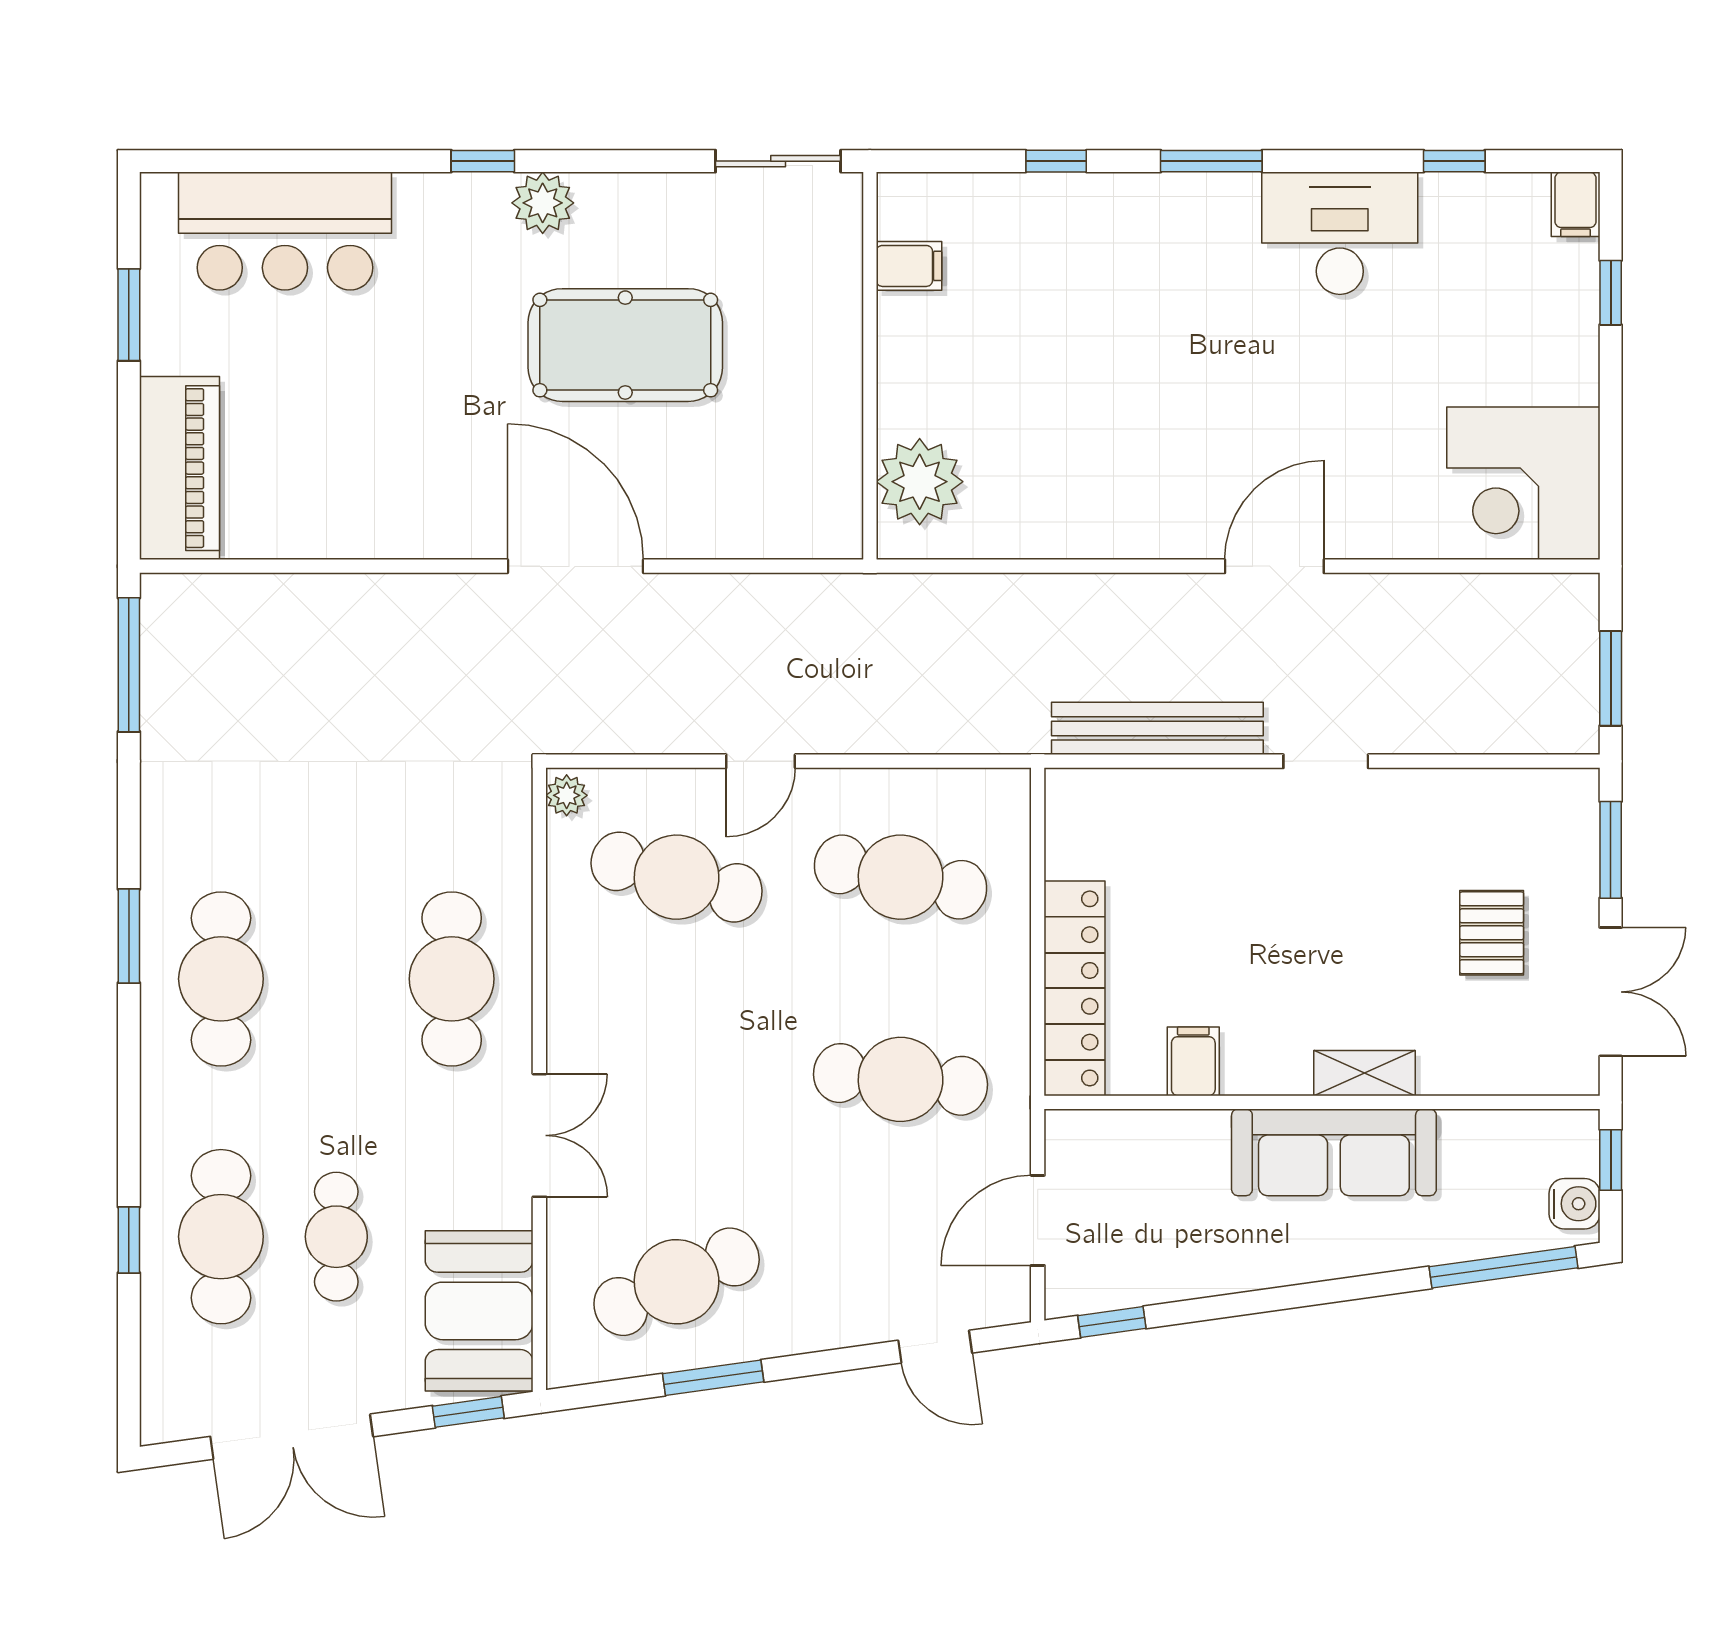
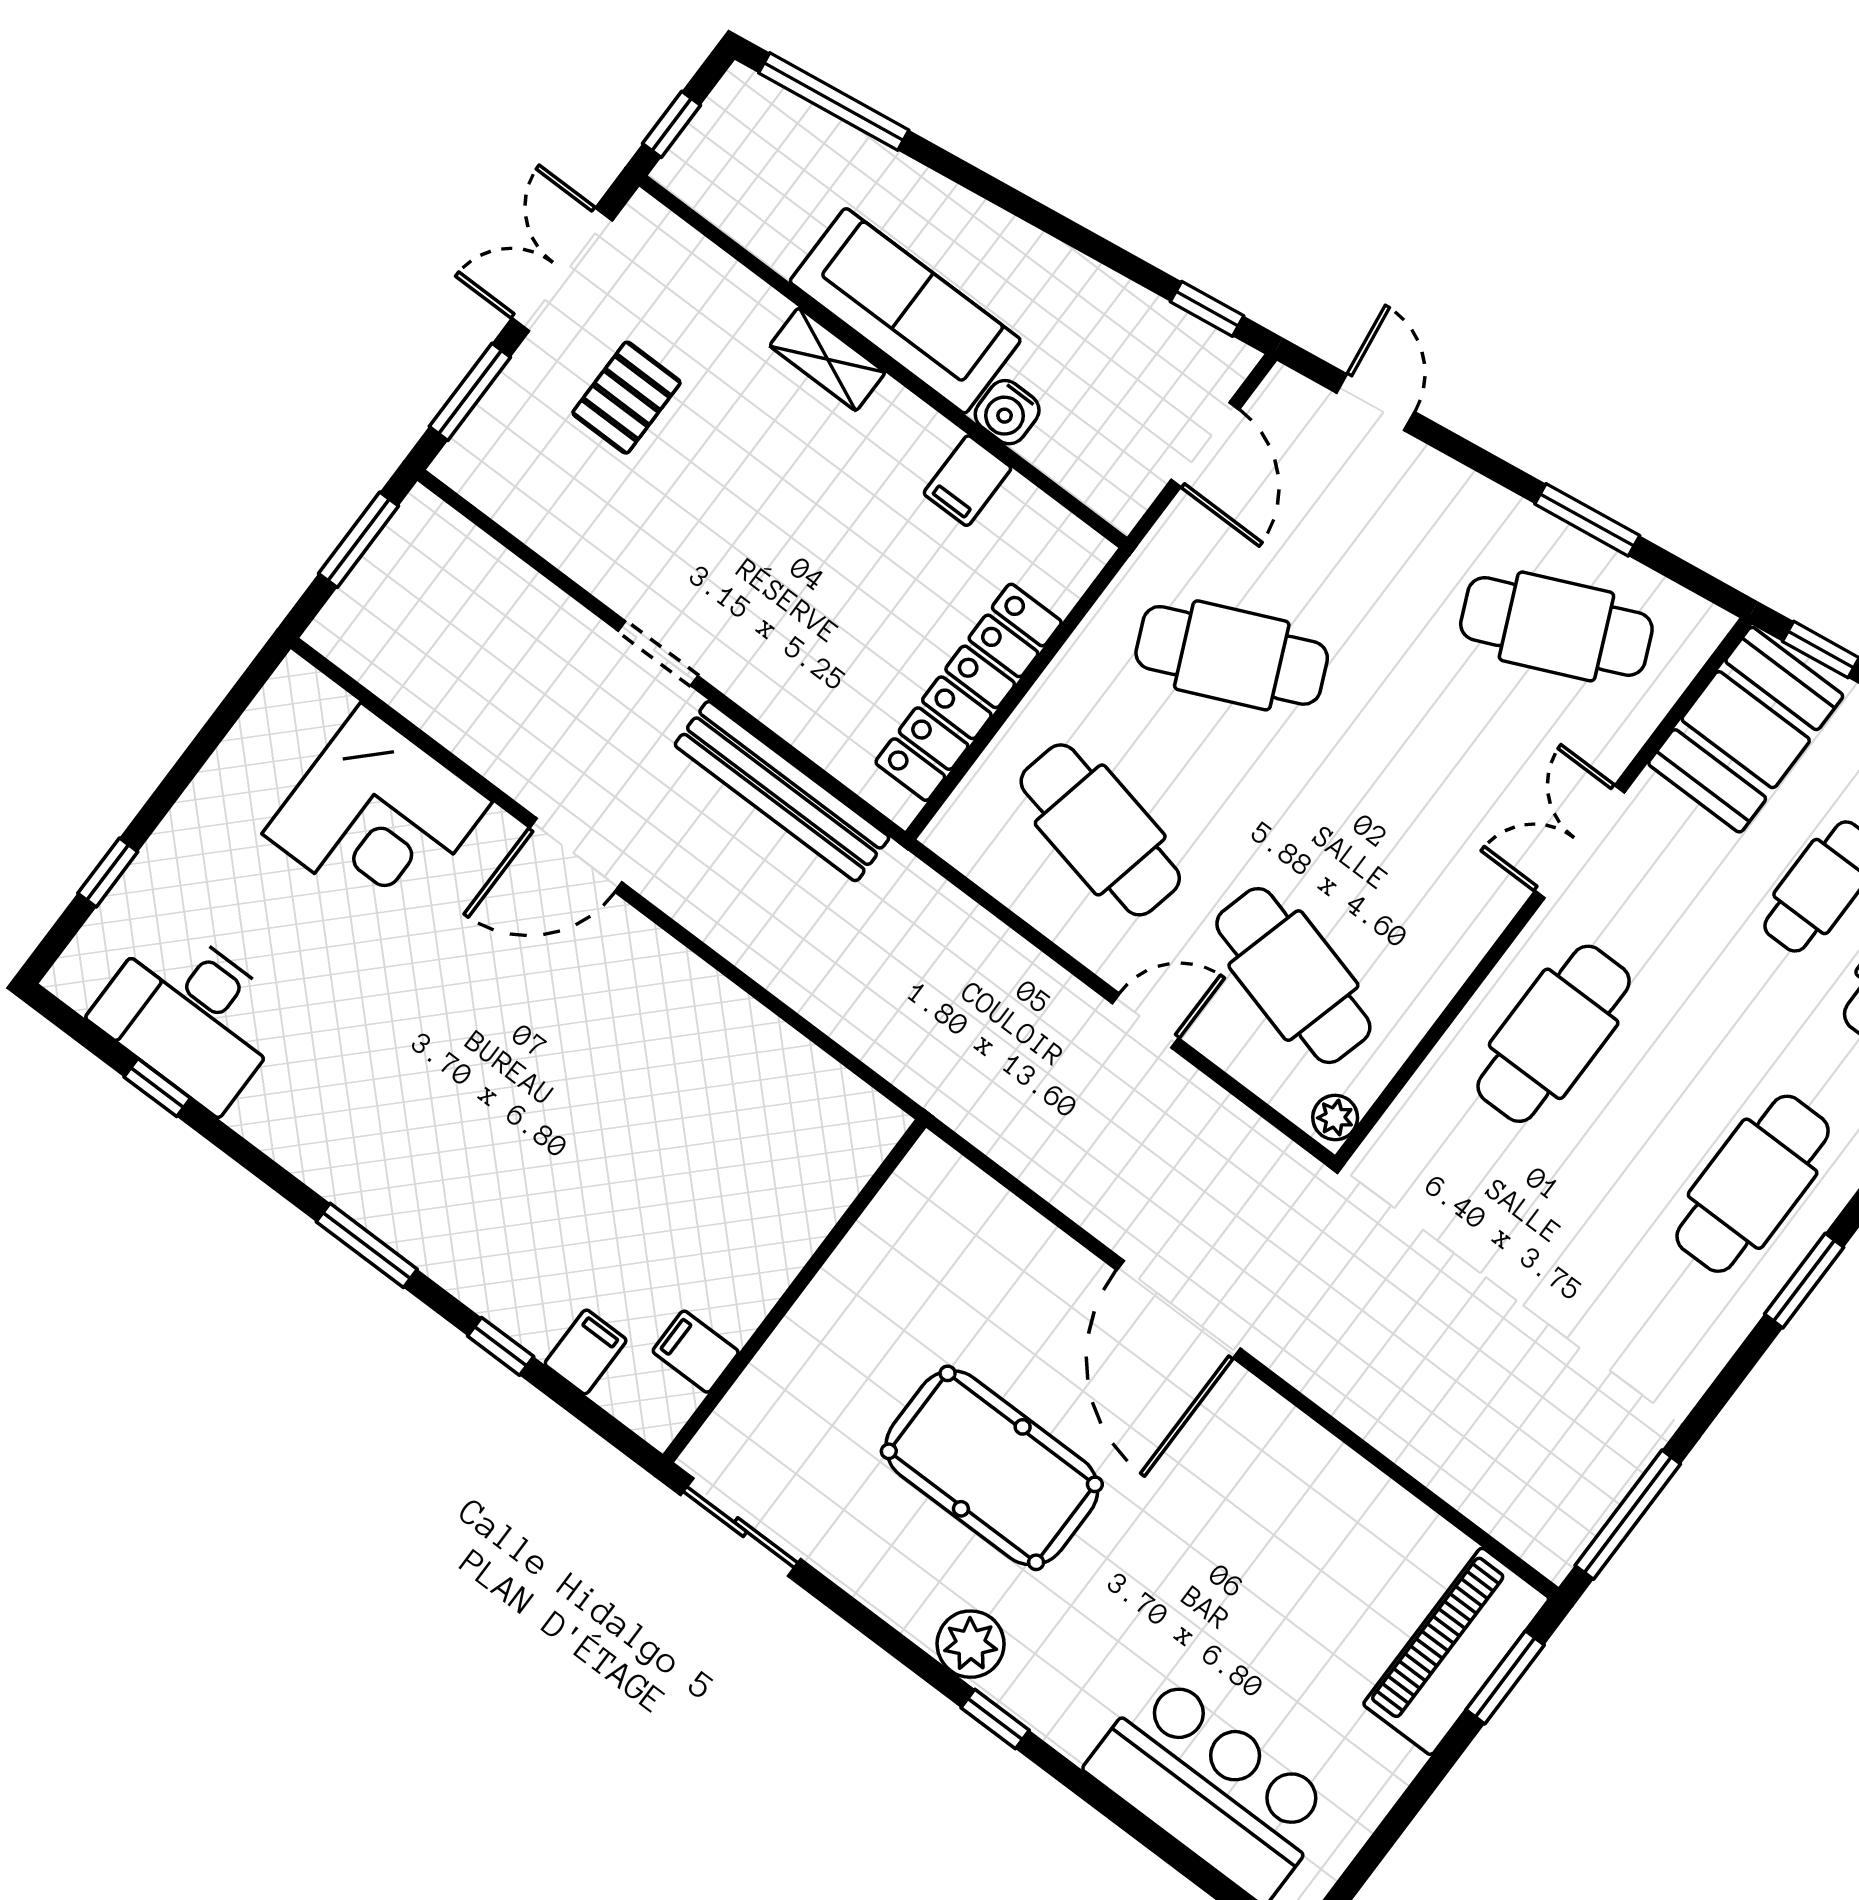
filing cabinet: (1576, 204) -> (586, 1352), moved
desk: (1340, 233) -> (191, 1016), moved
window: (129, 315) -> (1505, 1677), moved
plant: (920, 482) -> (827, 1159), removed
corner desk: (1523, 483) -> (377, 818), moved, turned 90
locker: (1075, 988) -> (969, 692), moved
cafe table: (901, 1079) -> (1232, 655), turned -30
water cooler: (1574, 1204) -> (1007, 412), moved, turned -90
door: (1038, 1220) -> (1205, 445), hinge flipped

